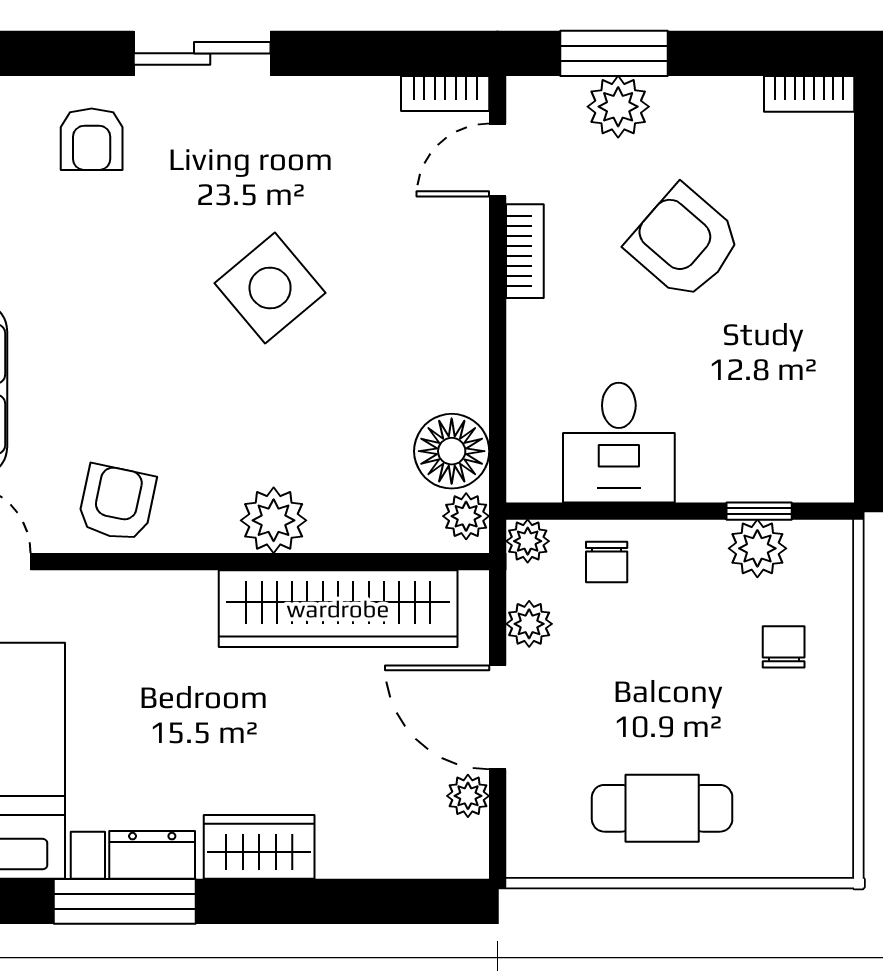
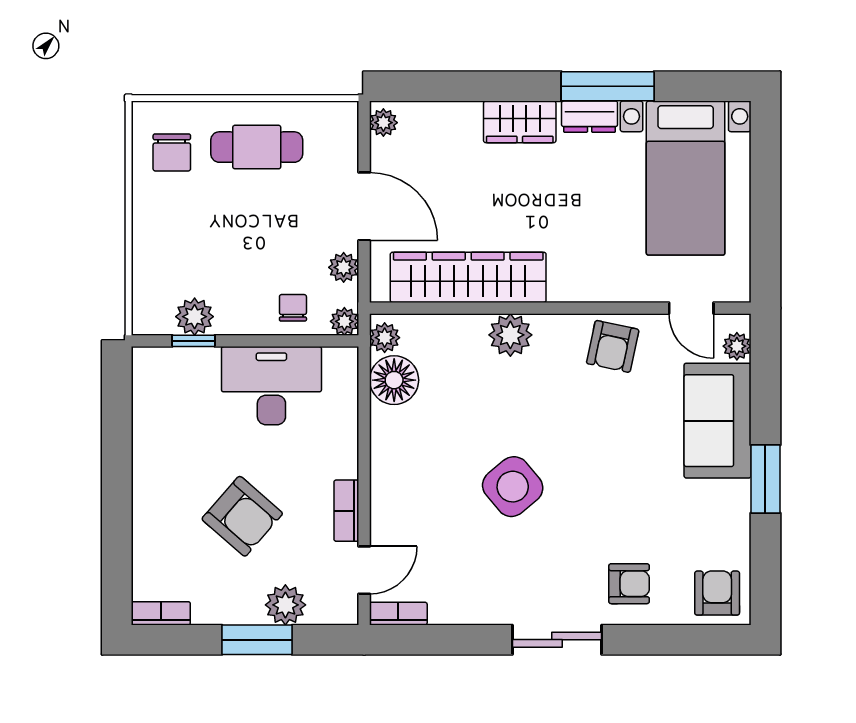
window: (614, 53) -> (257, 640), moved
armchair: (92, 139) -> (629, 584), turned 90
desk: (619, 443) -> (271, 386), width x1.37
chair: (784, 647) -> (172, 152), moved, width x1.37, depth x1.37
plant: (468, 796) -> (383, 123), moved

